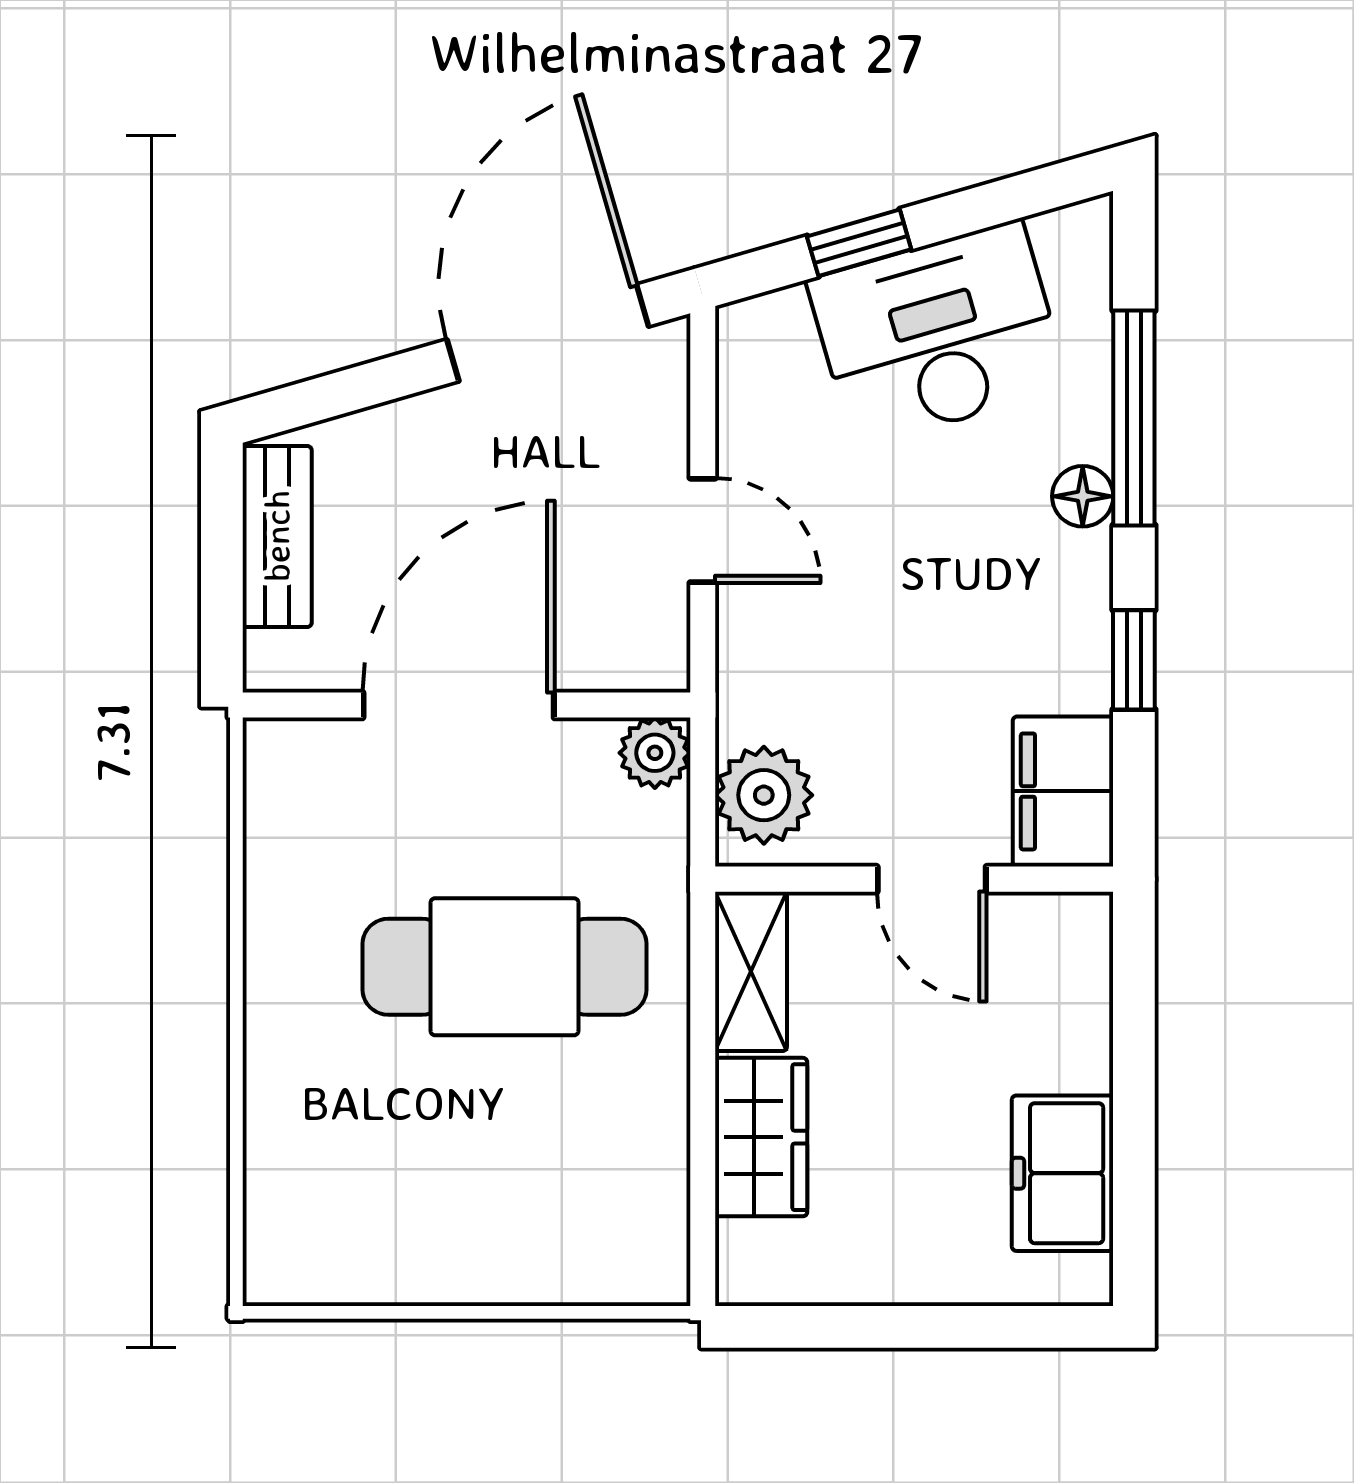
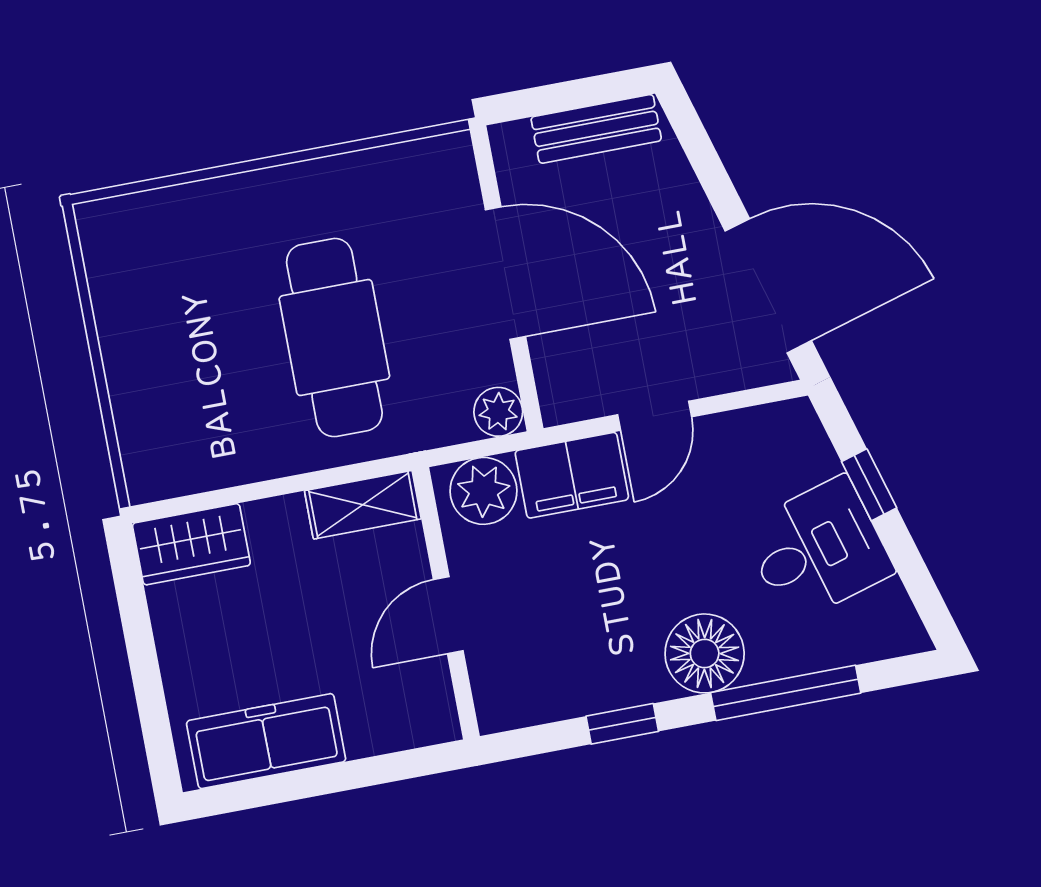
desk: (938, 334) -> (818, 550), width x0.73
floor lamp: (1083, 496) -> (705, 653), width x1.89, depth x1.89
filing cabinet: (1063, 791) -> (572, 475), moved, turned 180
wardrobe: (761, 1137) -> (191, 544), moved
freezer: (1063, 1173) -> (266, 741), width x1.40

